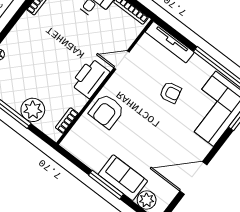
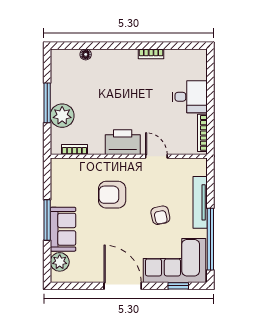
tv unit: (170, 42) -> (200, 202), moved
armchair: (107, 111) -> (112, 195), moved
door: (193, 178) -> (123, 286), moved

